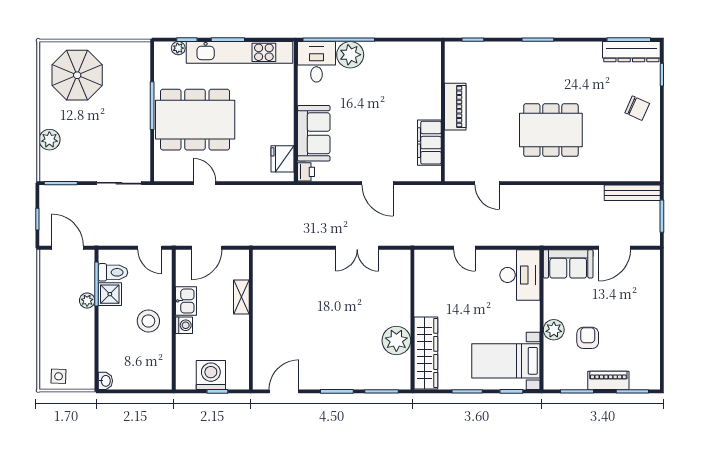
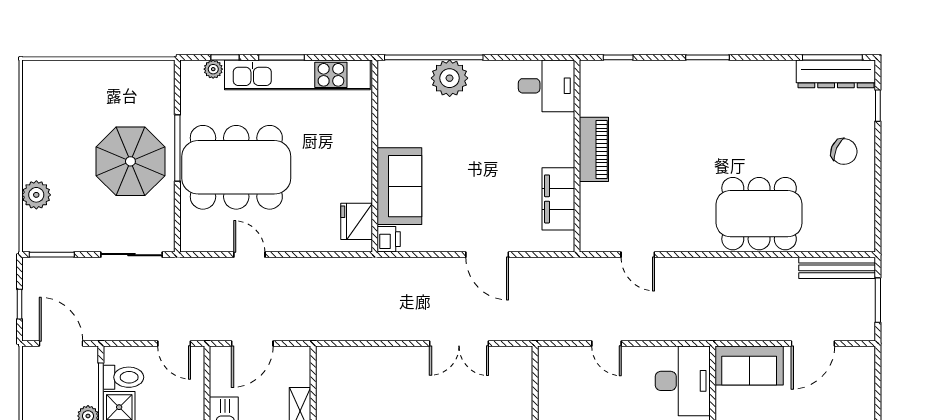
desk: (316, 62) -> (547, 86), moved, turned 90
parasol: (77, 75) -> (130, 161), moved
dining table: (551, 130) -> (759, 214), moved

